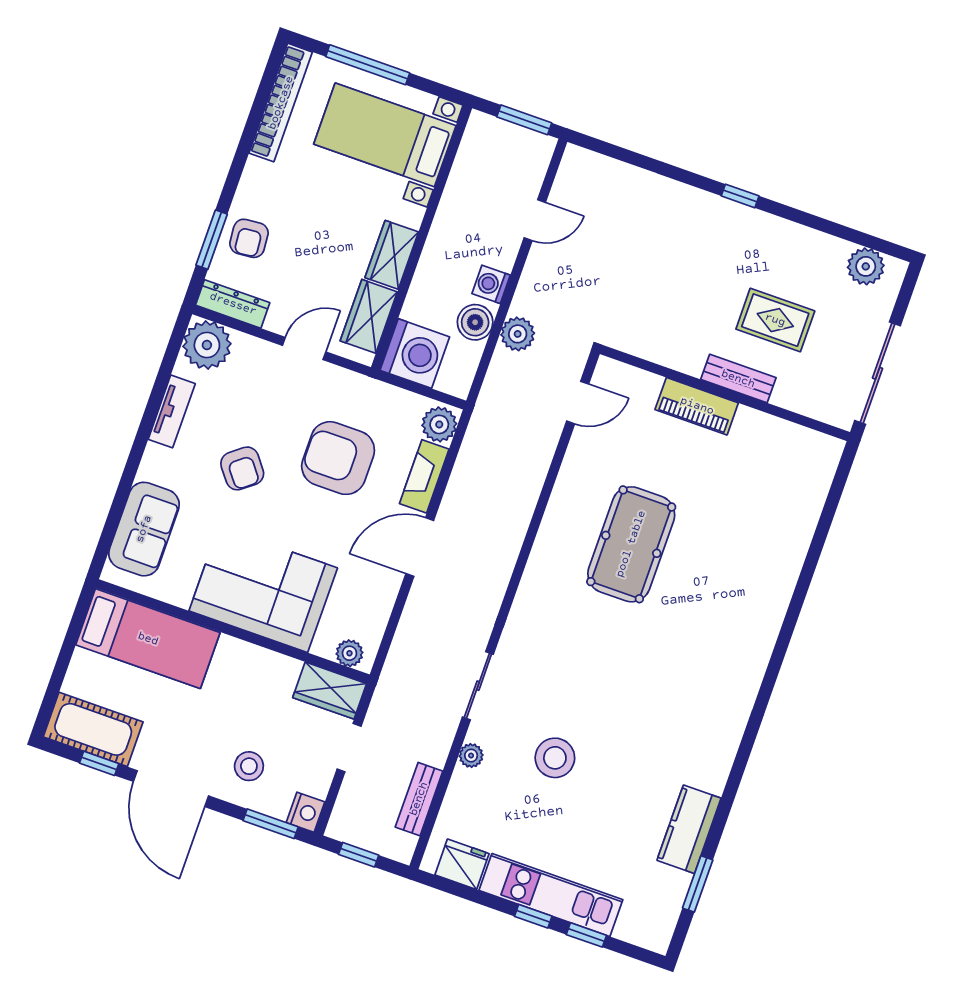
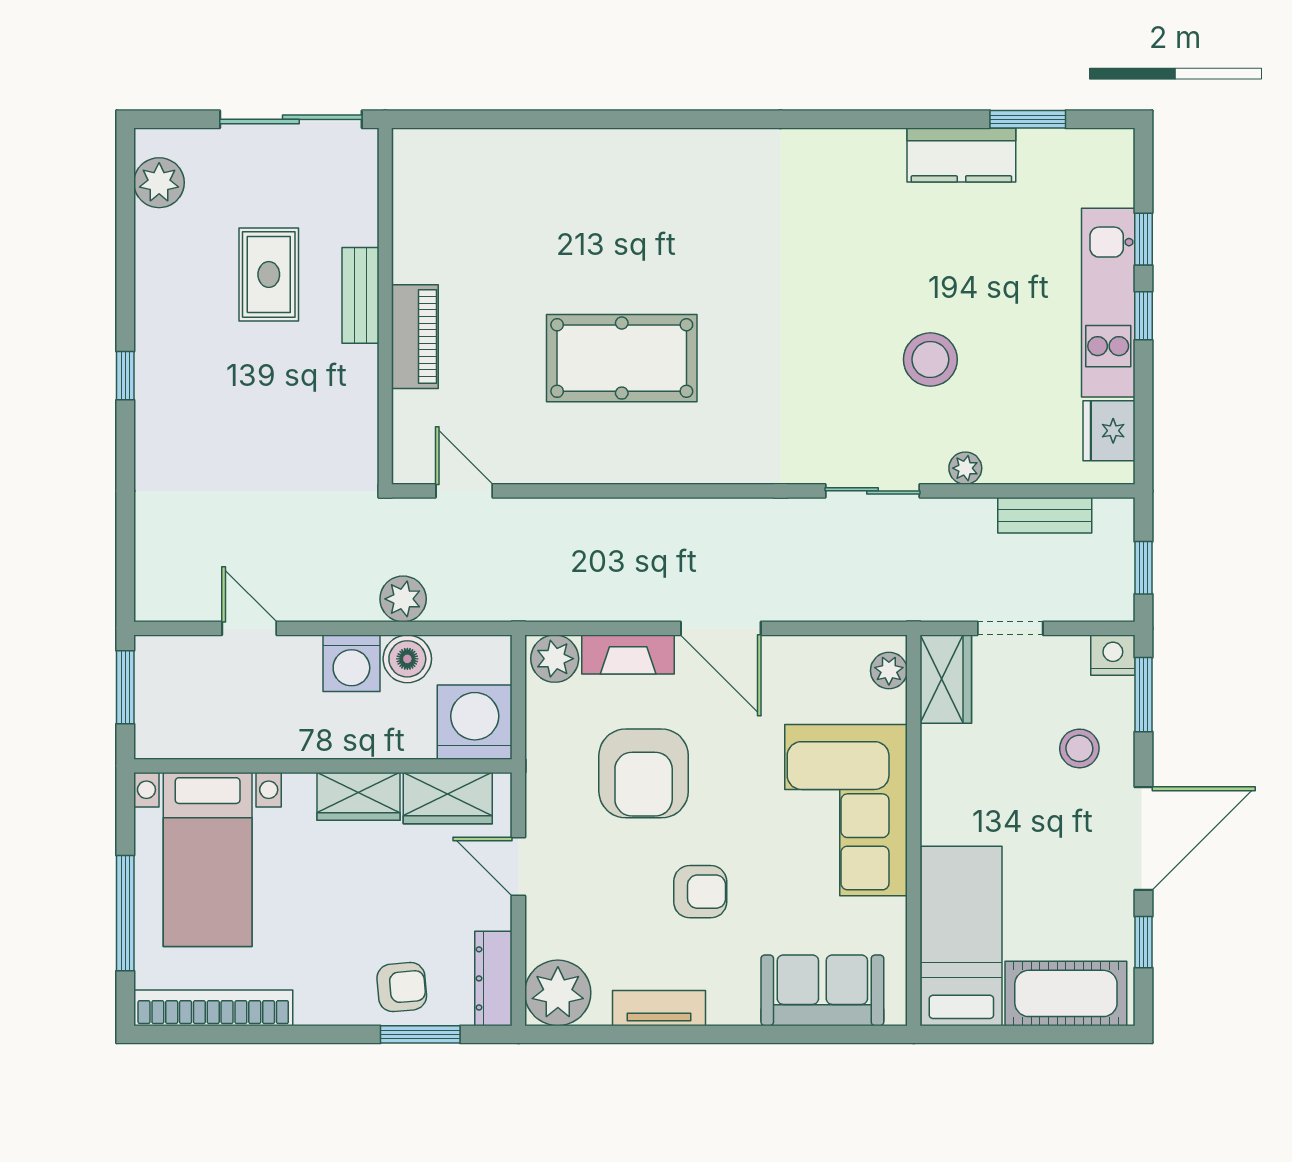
washing machine: (491, 284) -> (351, 663), width x1.38, depth x1.38
armchair: (242, 468) -> (700, 892), turned 38
cot: (93, 729) -> (1066, 993), moved, turned 90

